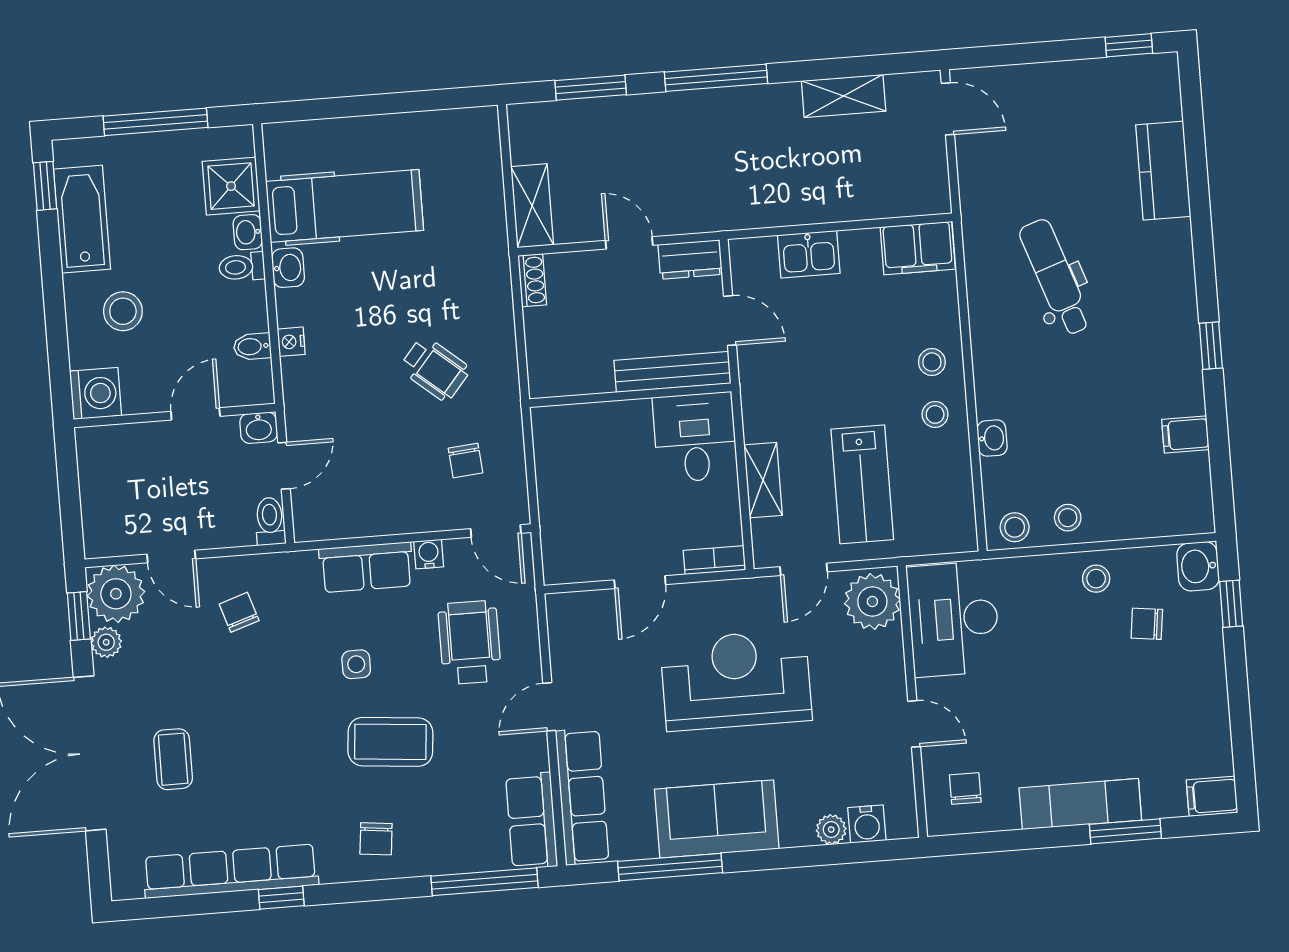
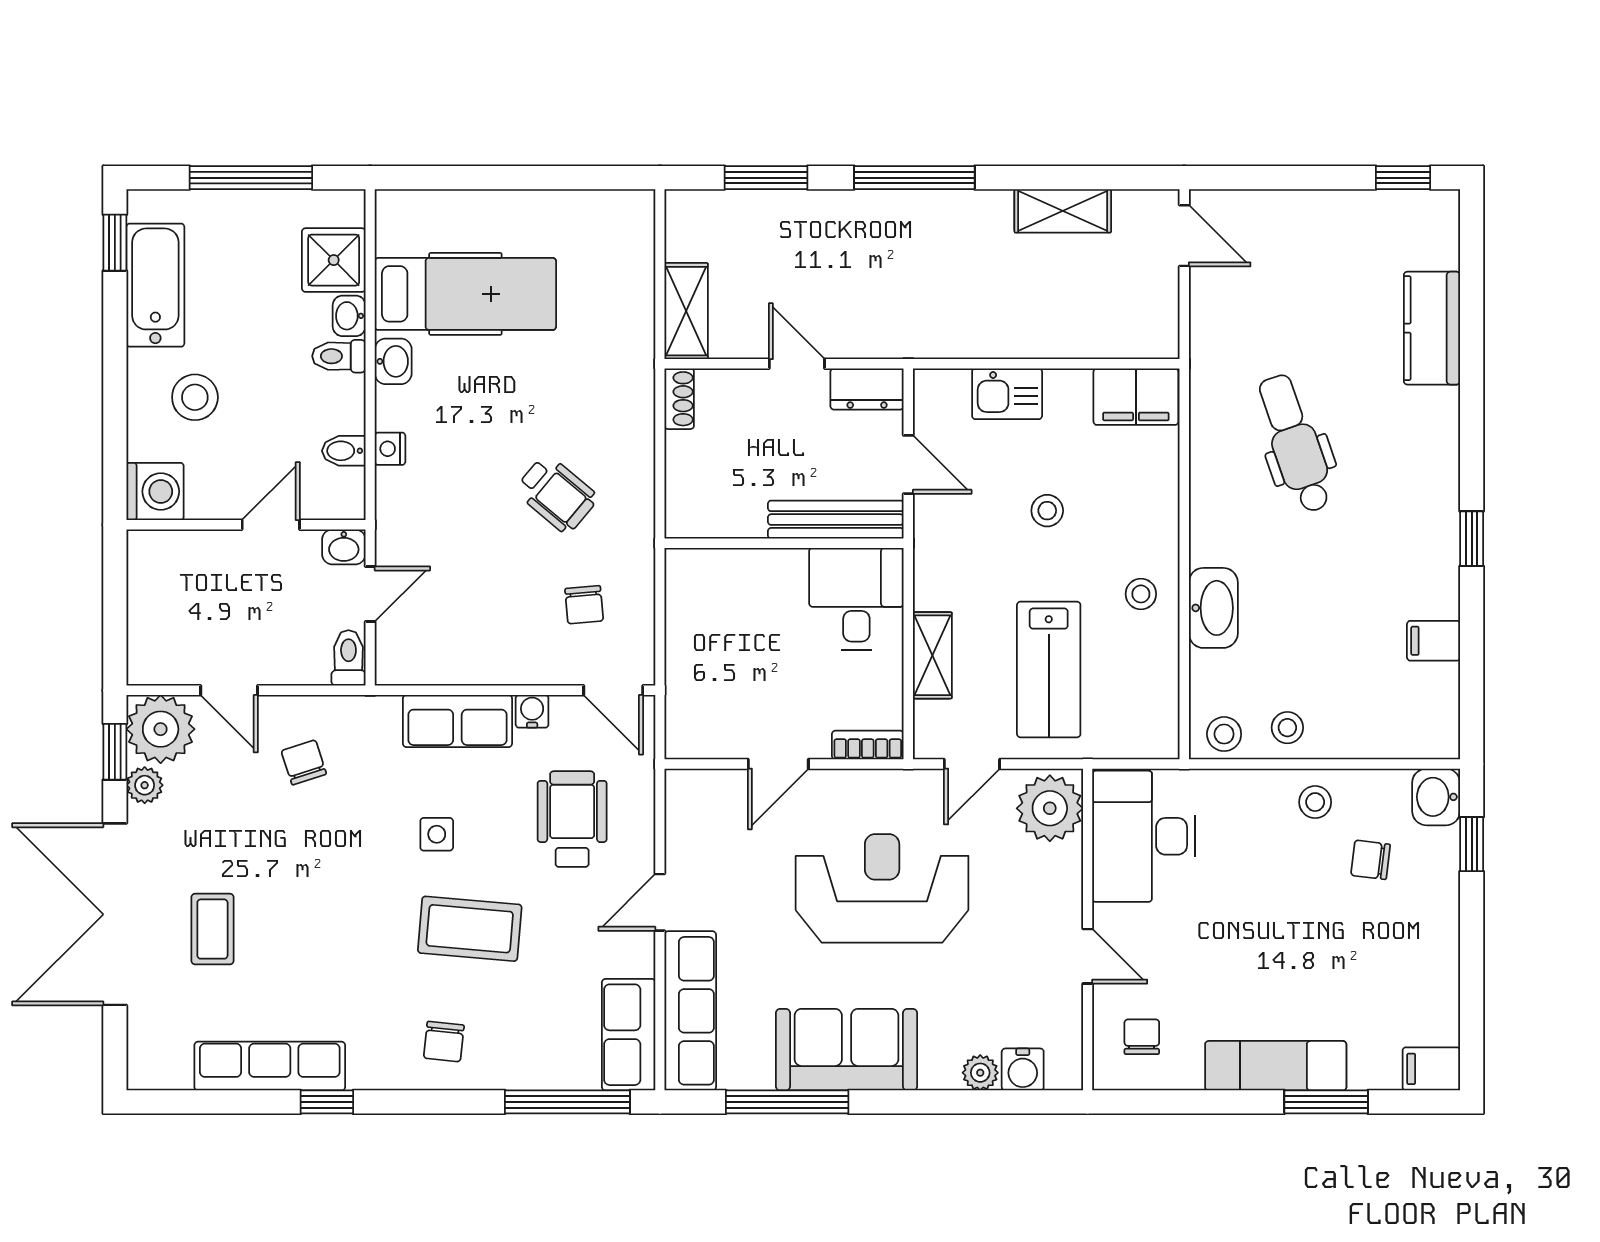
stool: (932, 362) -> (1047, 511), moved
washbasin: (992, 438) -> (1213, 608), width x1.91, depth x1.45
row of seats: (231, 871) -> (270, 1066), width x0.73

